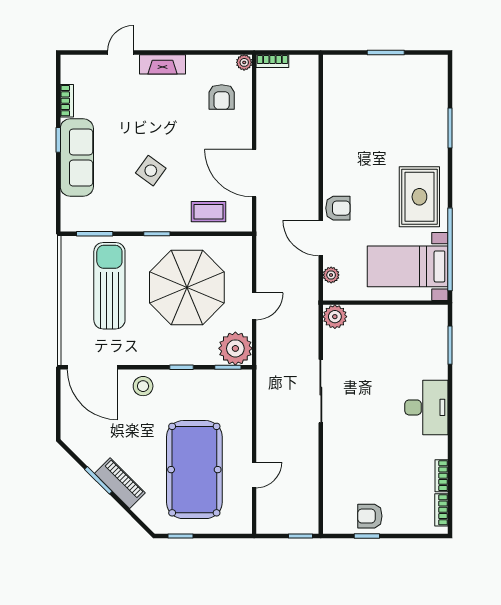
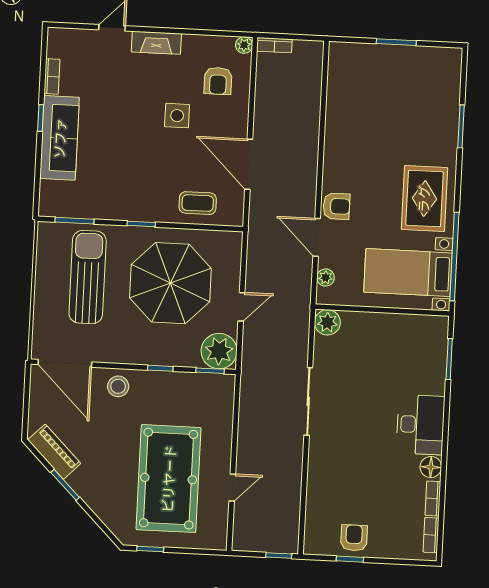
side table: (151, 171) -> (177, 116), moved, turned -36
floor lamp: (438, 446) -> (431, 467), added
piano: (120, 483) -> (54, 452), moved
armchair: (370, 516) -> (354, 538), turned 90

